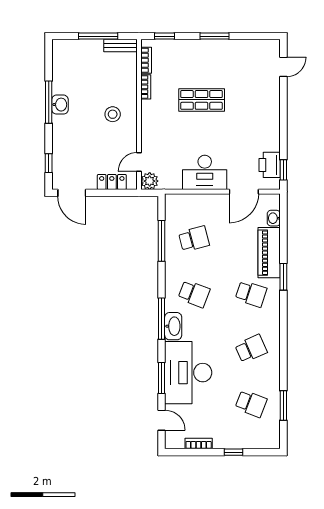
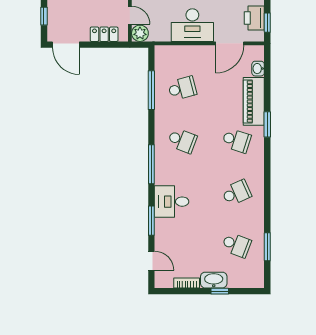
door: (139, 162) -> (130, 15), swing flipped
washbasin: (173, 326) -> (214, 280), moved, turned -90
desk: (188, 373) -> (172, 202), width x0.53, depth x0.77

